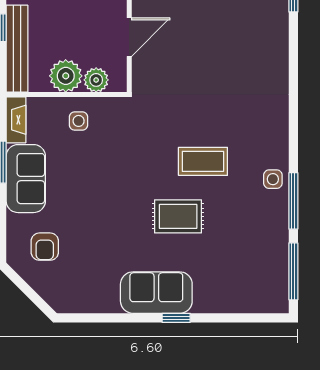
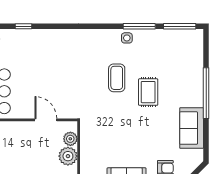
side table: (79, 121) -> (94, 149), removed
sofa: (156, 293) -> (192, 128), moved
window: (176, 318) -> (206, 93), width x3.17

